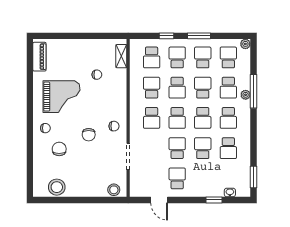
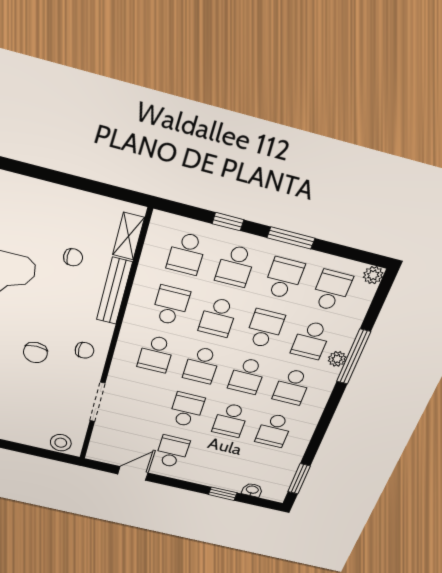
school desk: (177, 57) -> (235, 266), turned 180
bench: (121, 87) -> (114, 291), added
school desk: (203, 148) -> (230, 420), turned 180
door: (159, 200) -> (133, 473), swing flipped

